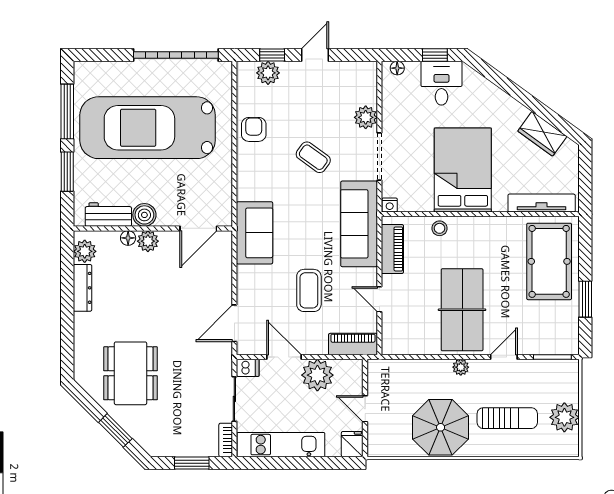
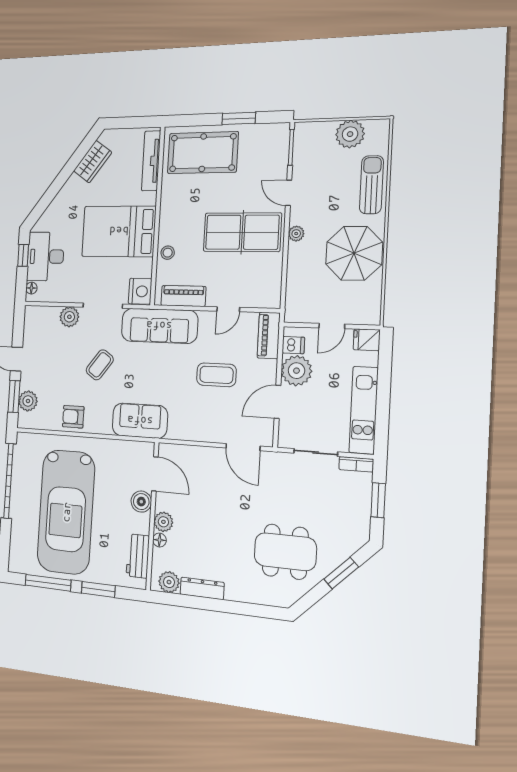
window: (272, 55) -> (14, 396), width x1.50
desk: (441, 83) -> (45, 256), width x1.37
nightstand: (390, 205) -> (140, 291), width x1.89, depth x1.79
boiler: (144, 215) -> (141, 502), moved
sofa: (255, 233) -> (140, 421), moved
dishwasher: (248, 368) -> (293, 345), moved, turned 90
sun lounger: (507, 418) -> (371, 185), moved

